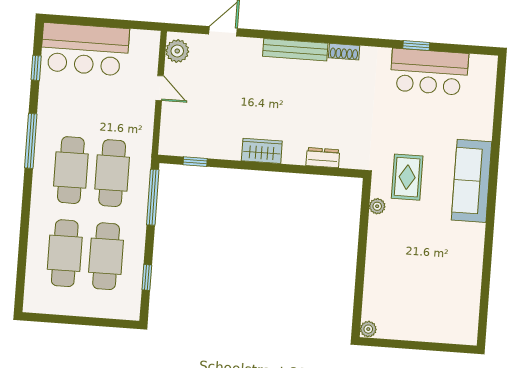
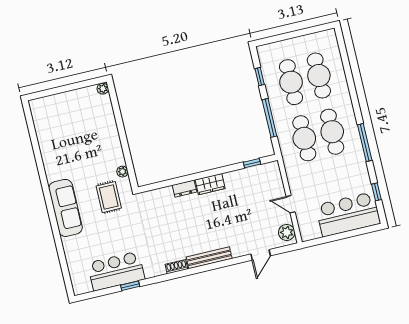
dresser: (323, 158) -> (184, 189), moved
window: (153, 197) -> (269, 118), moved

